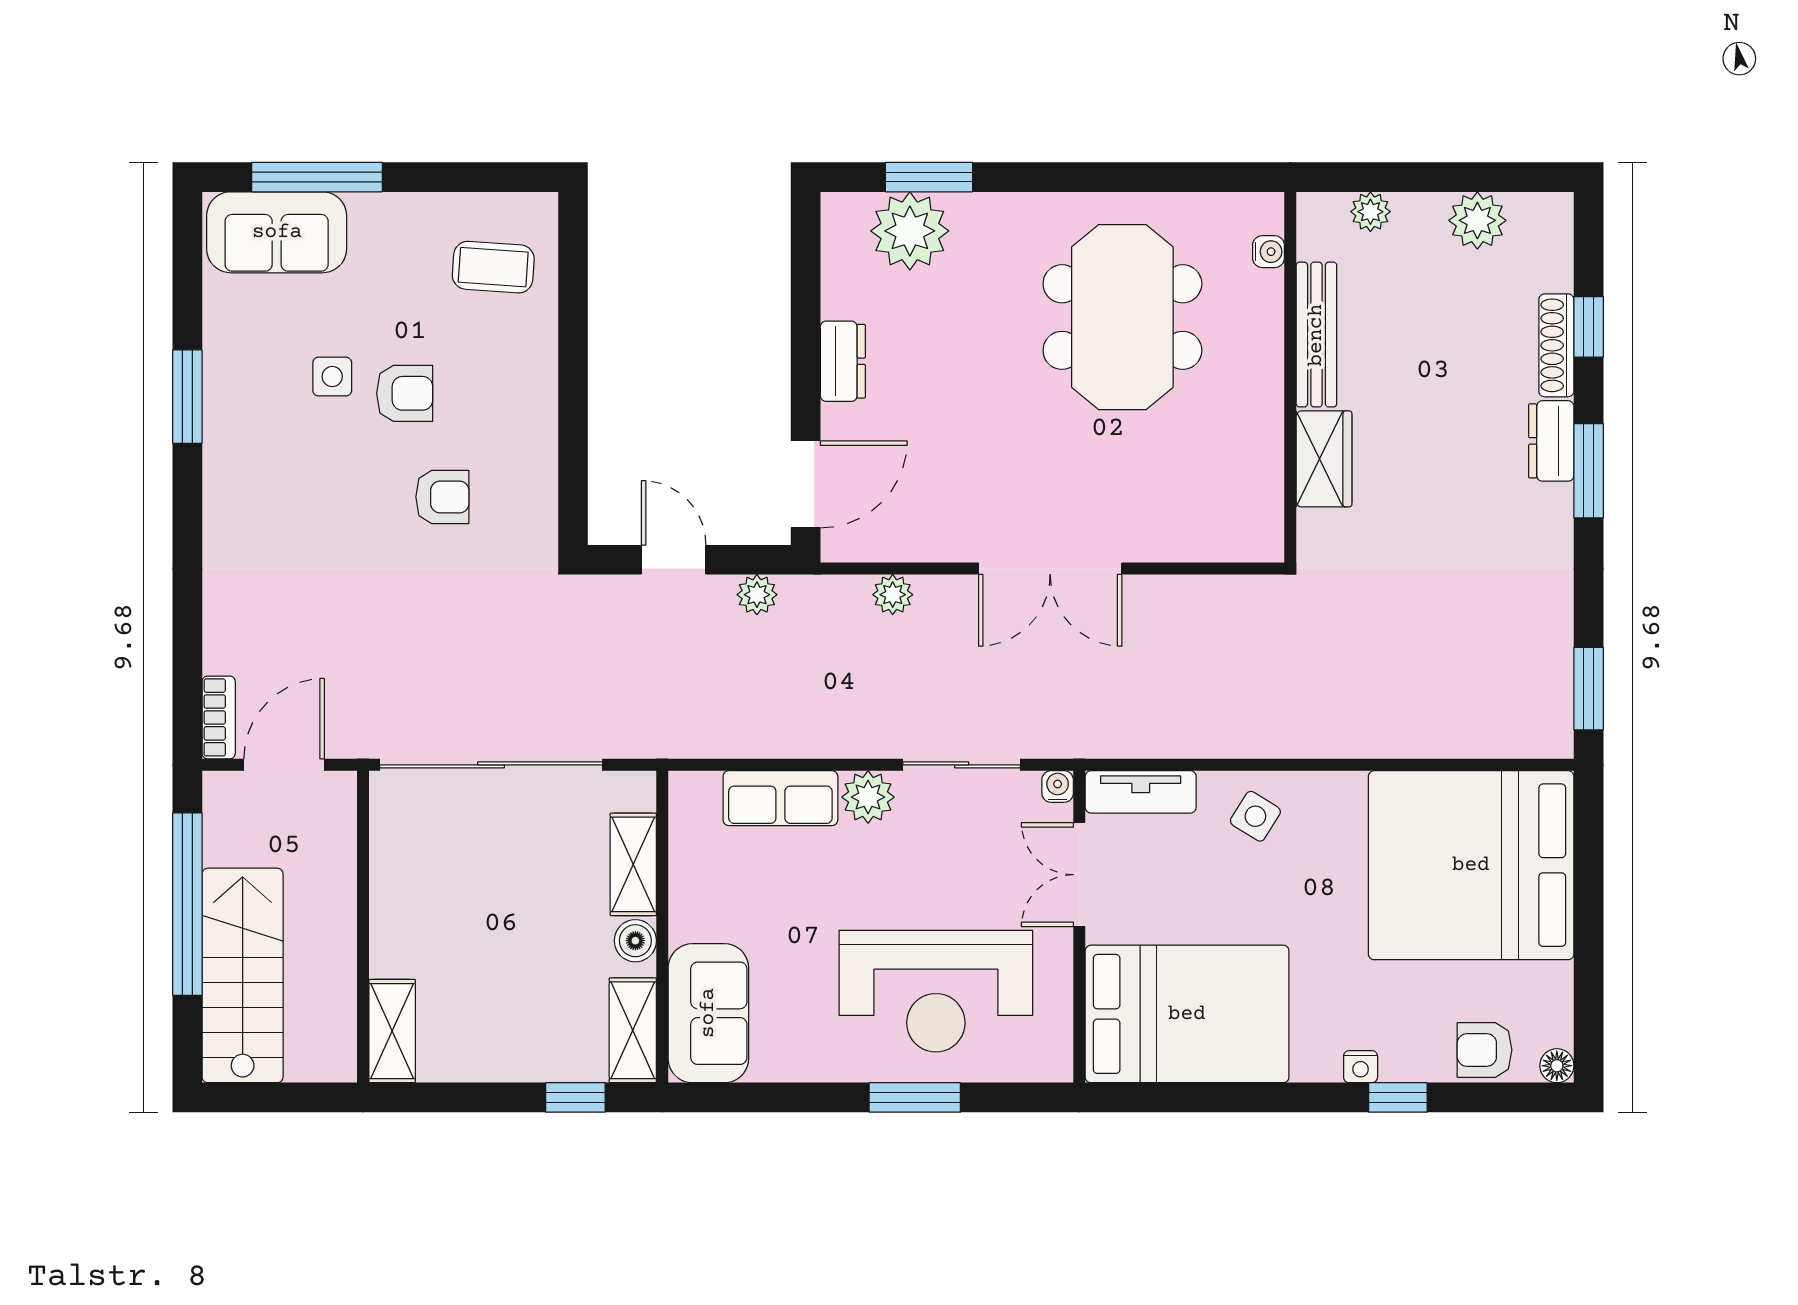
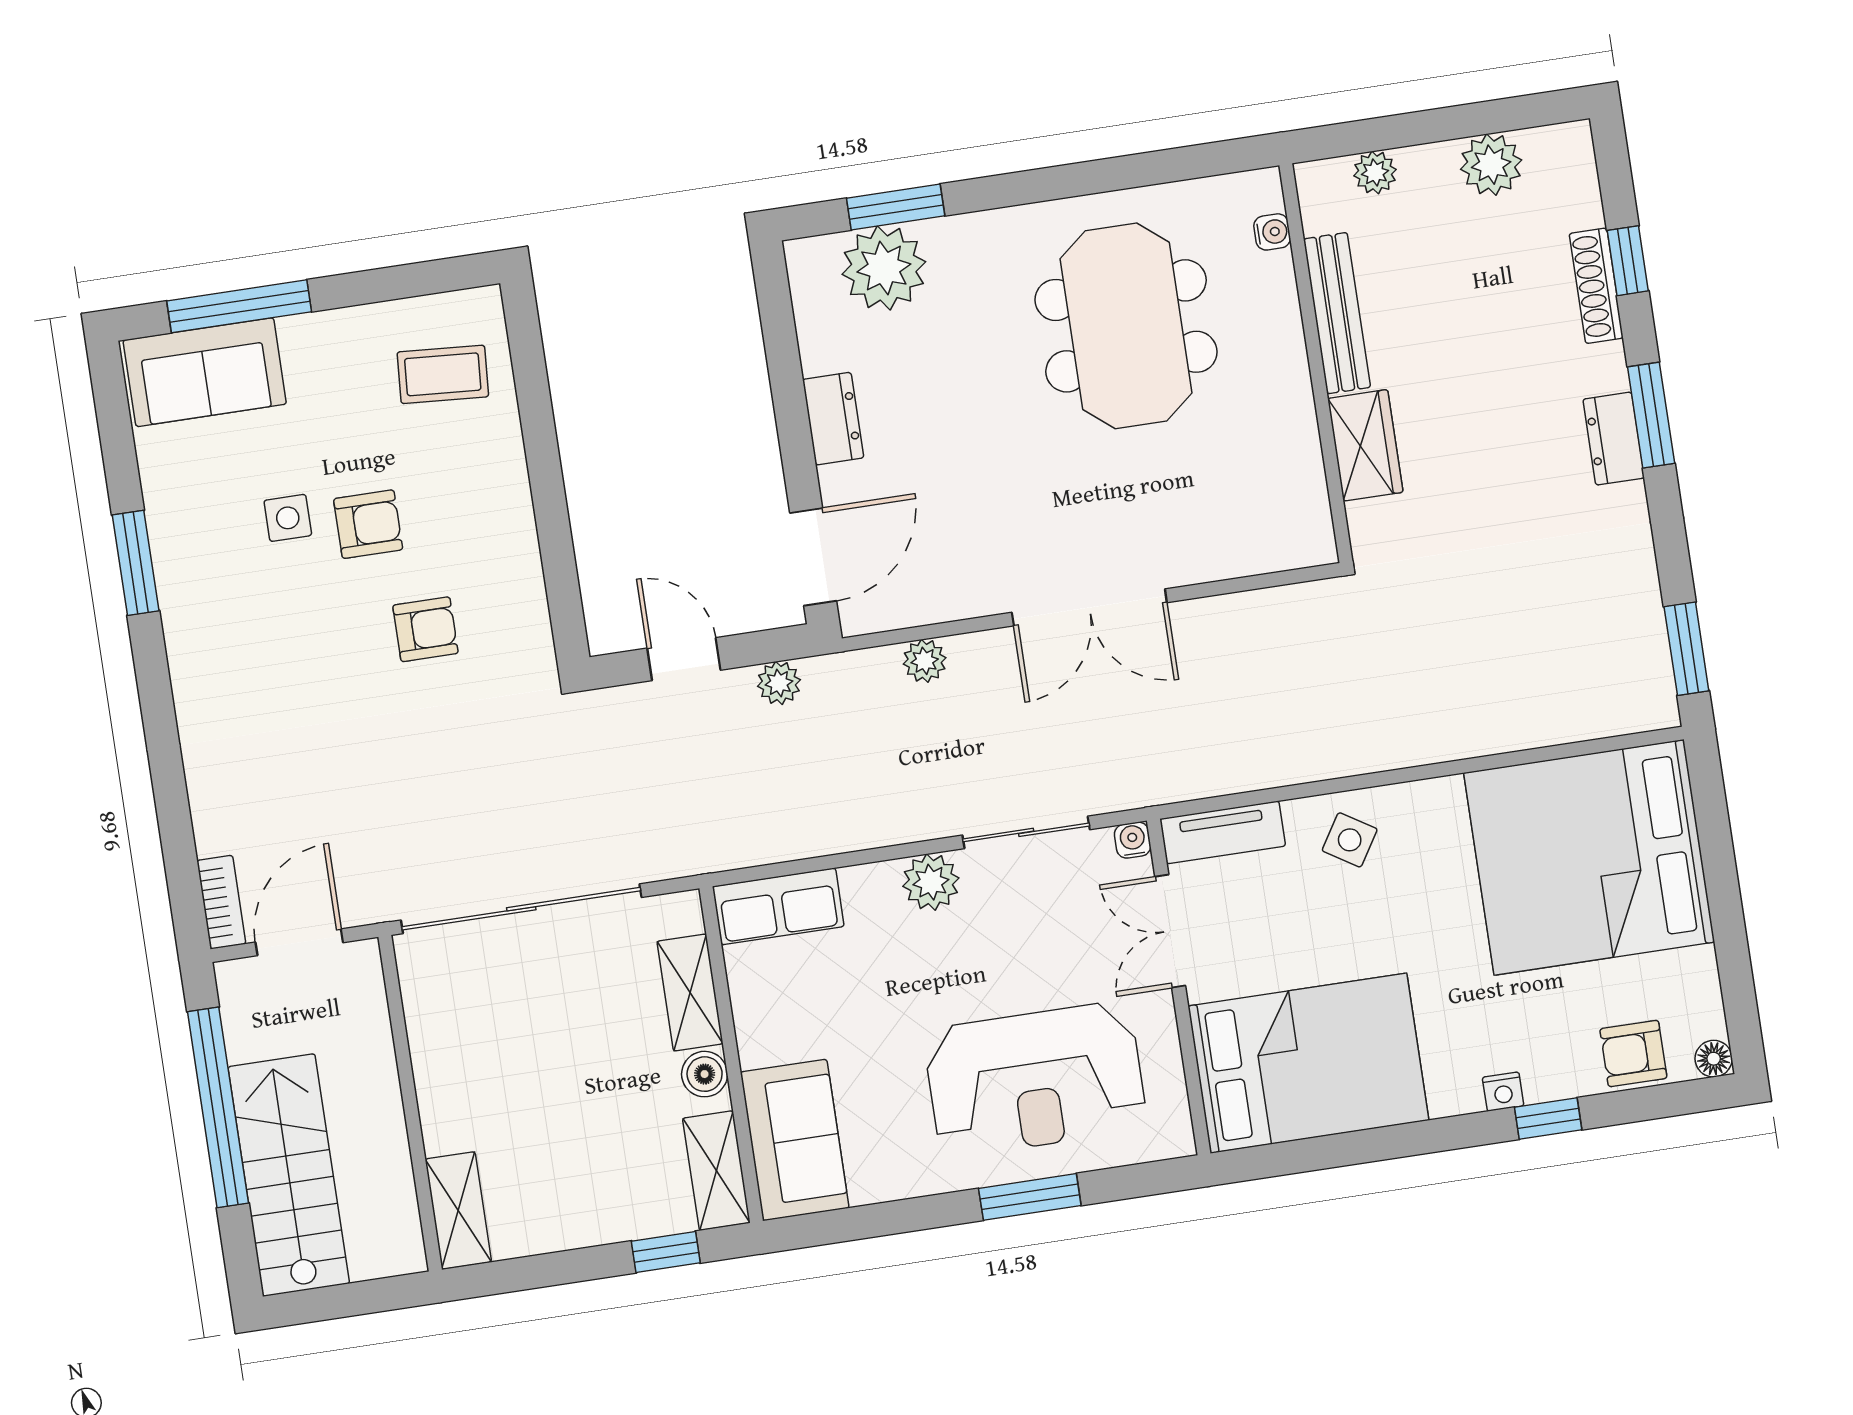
dresser: (1551, 441) -> (1614, 439), moved
row of seats: (780, 798) -> (778, 906), moved

